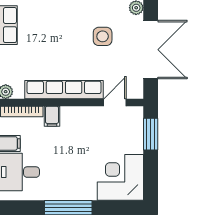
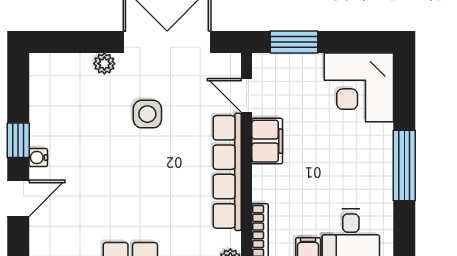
filing cabinet: (52, 116) -> (267, 141), moved, width x2.00

